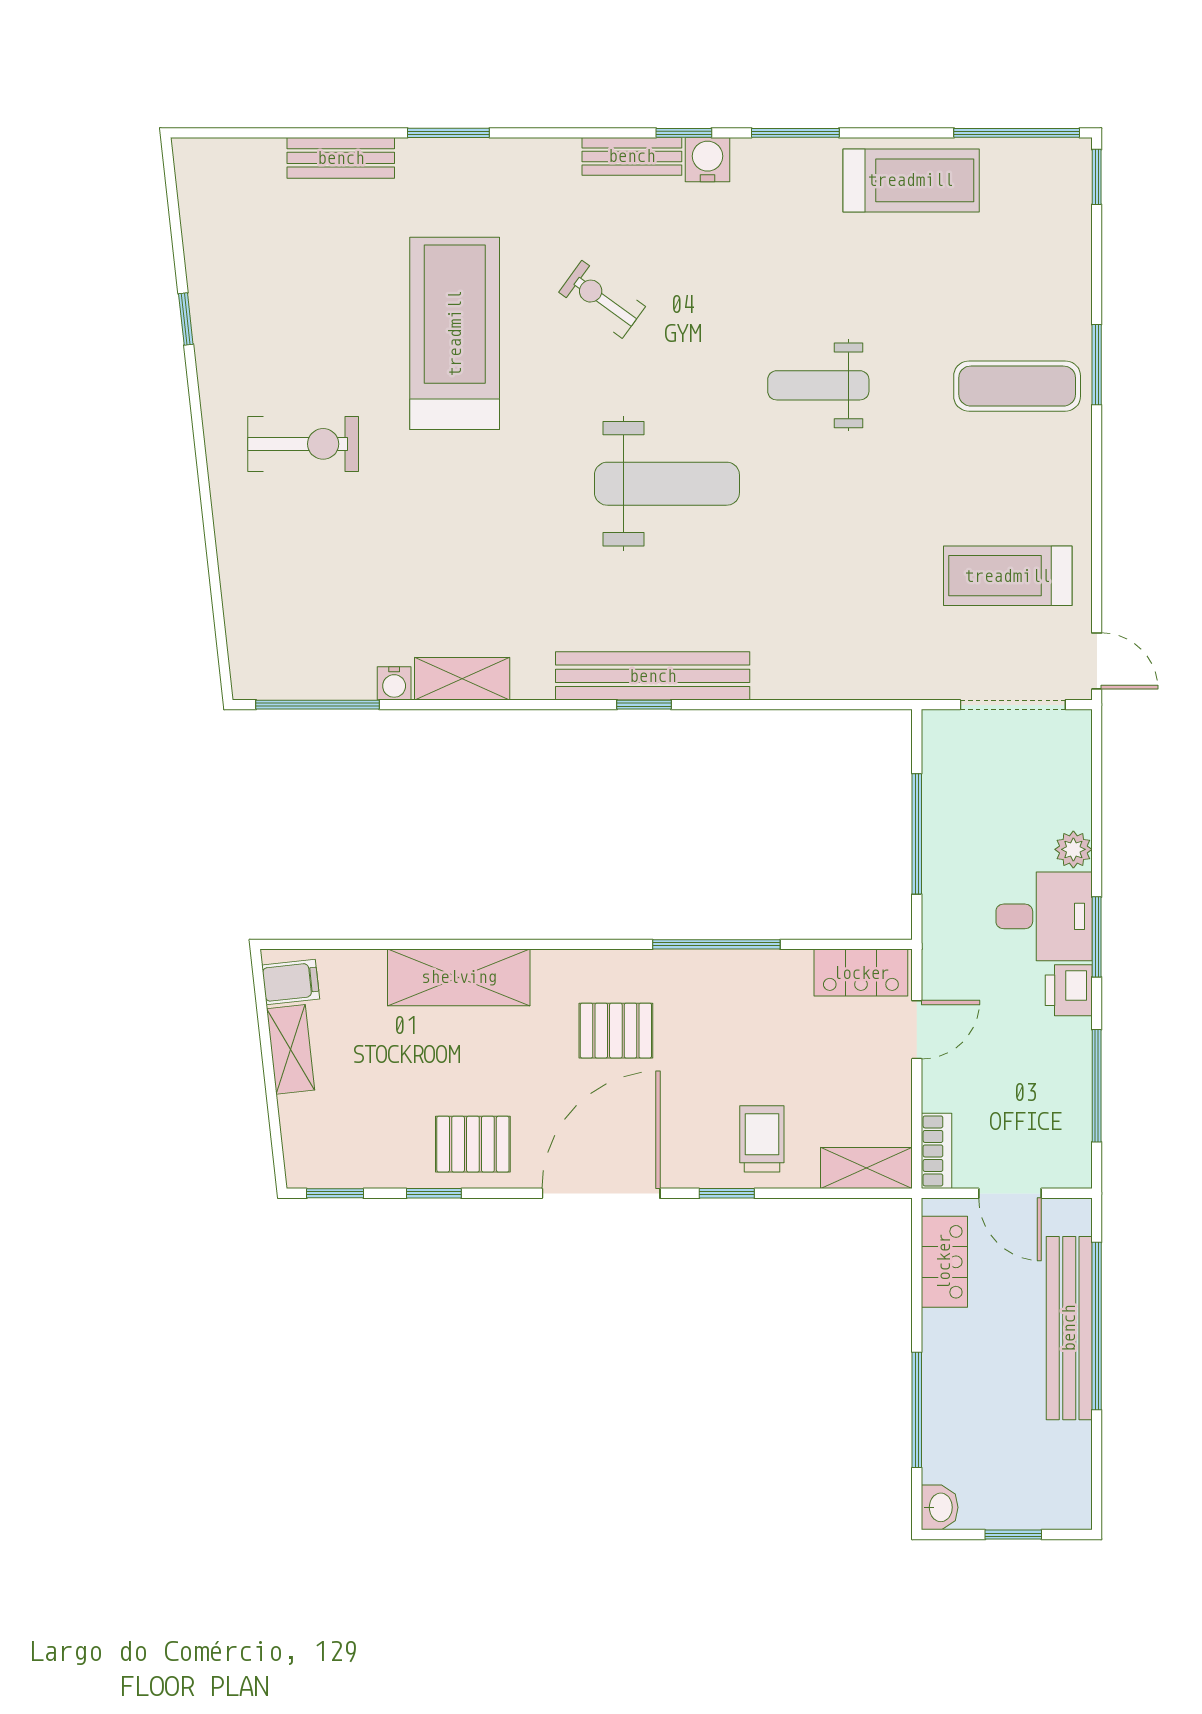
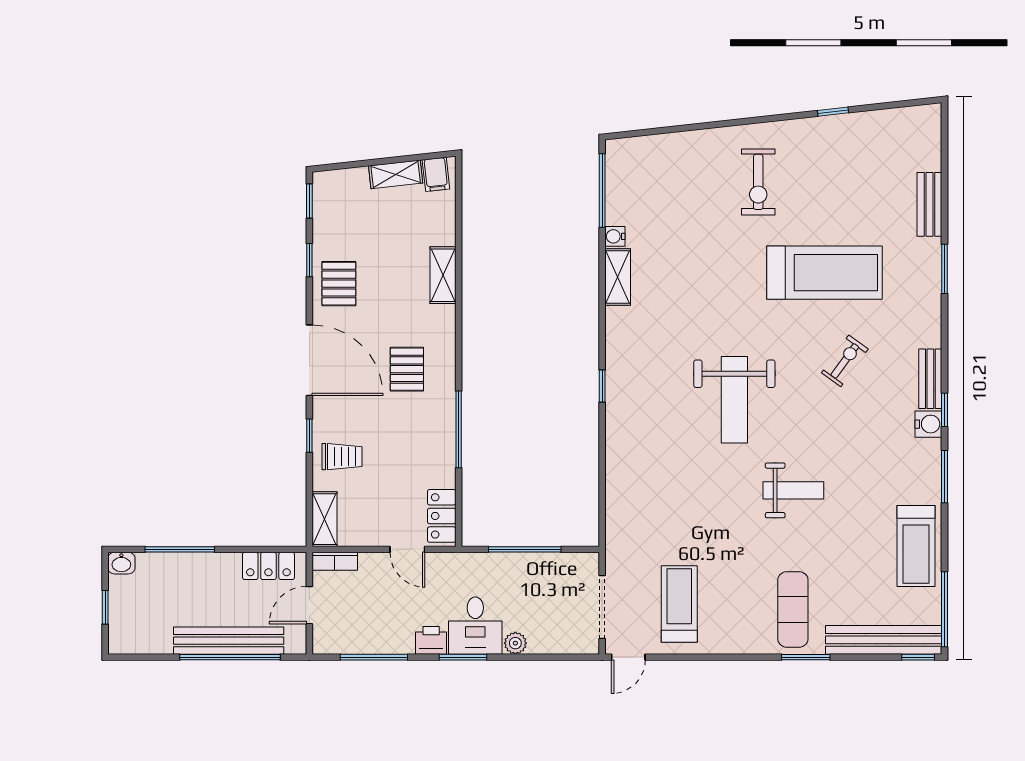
weight bench: (818, 385) -> (793, 490), turned 90
bench: (653, 676) -> (884, 640), moved, turned 90
shelving: (459, 977) -> (443, 275), width x0.67, depth x0.75

